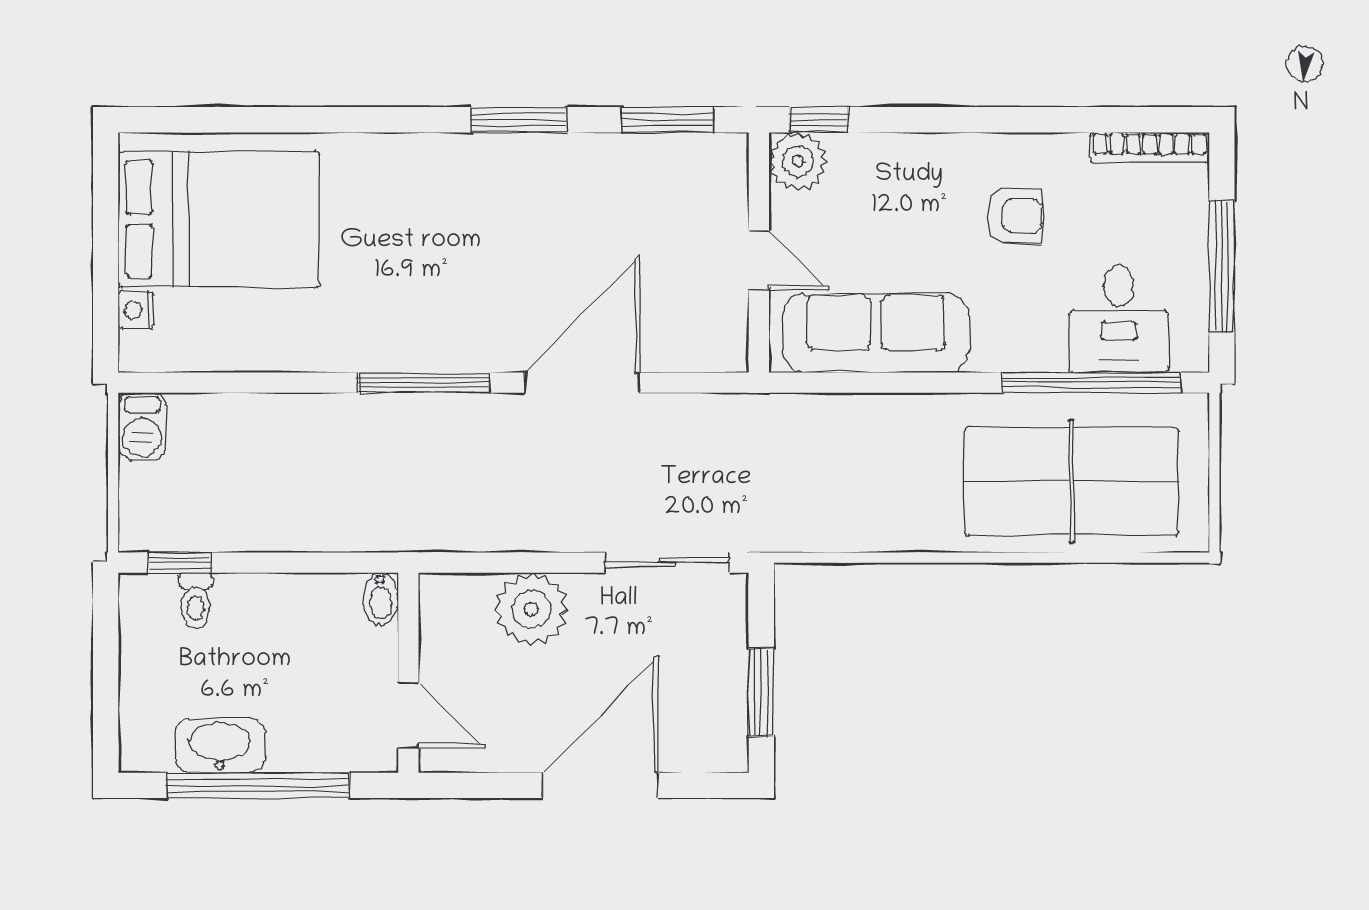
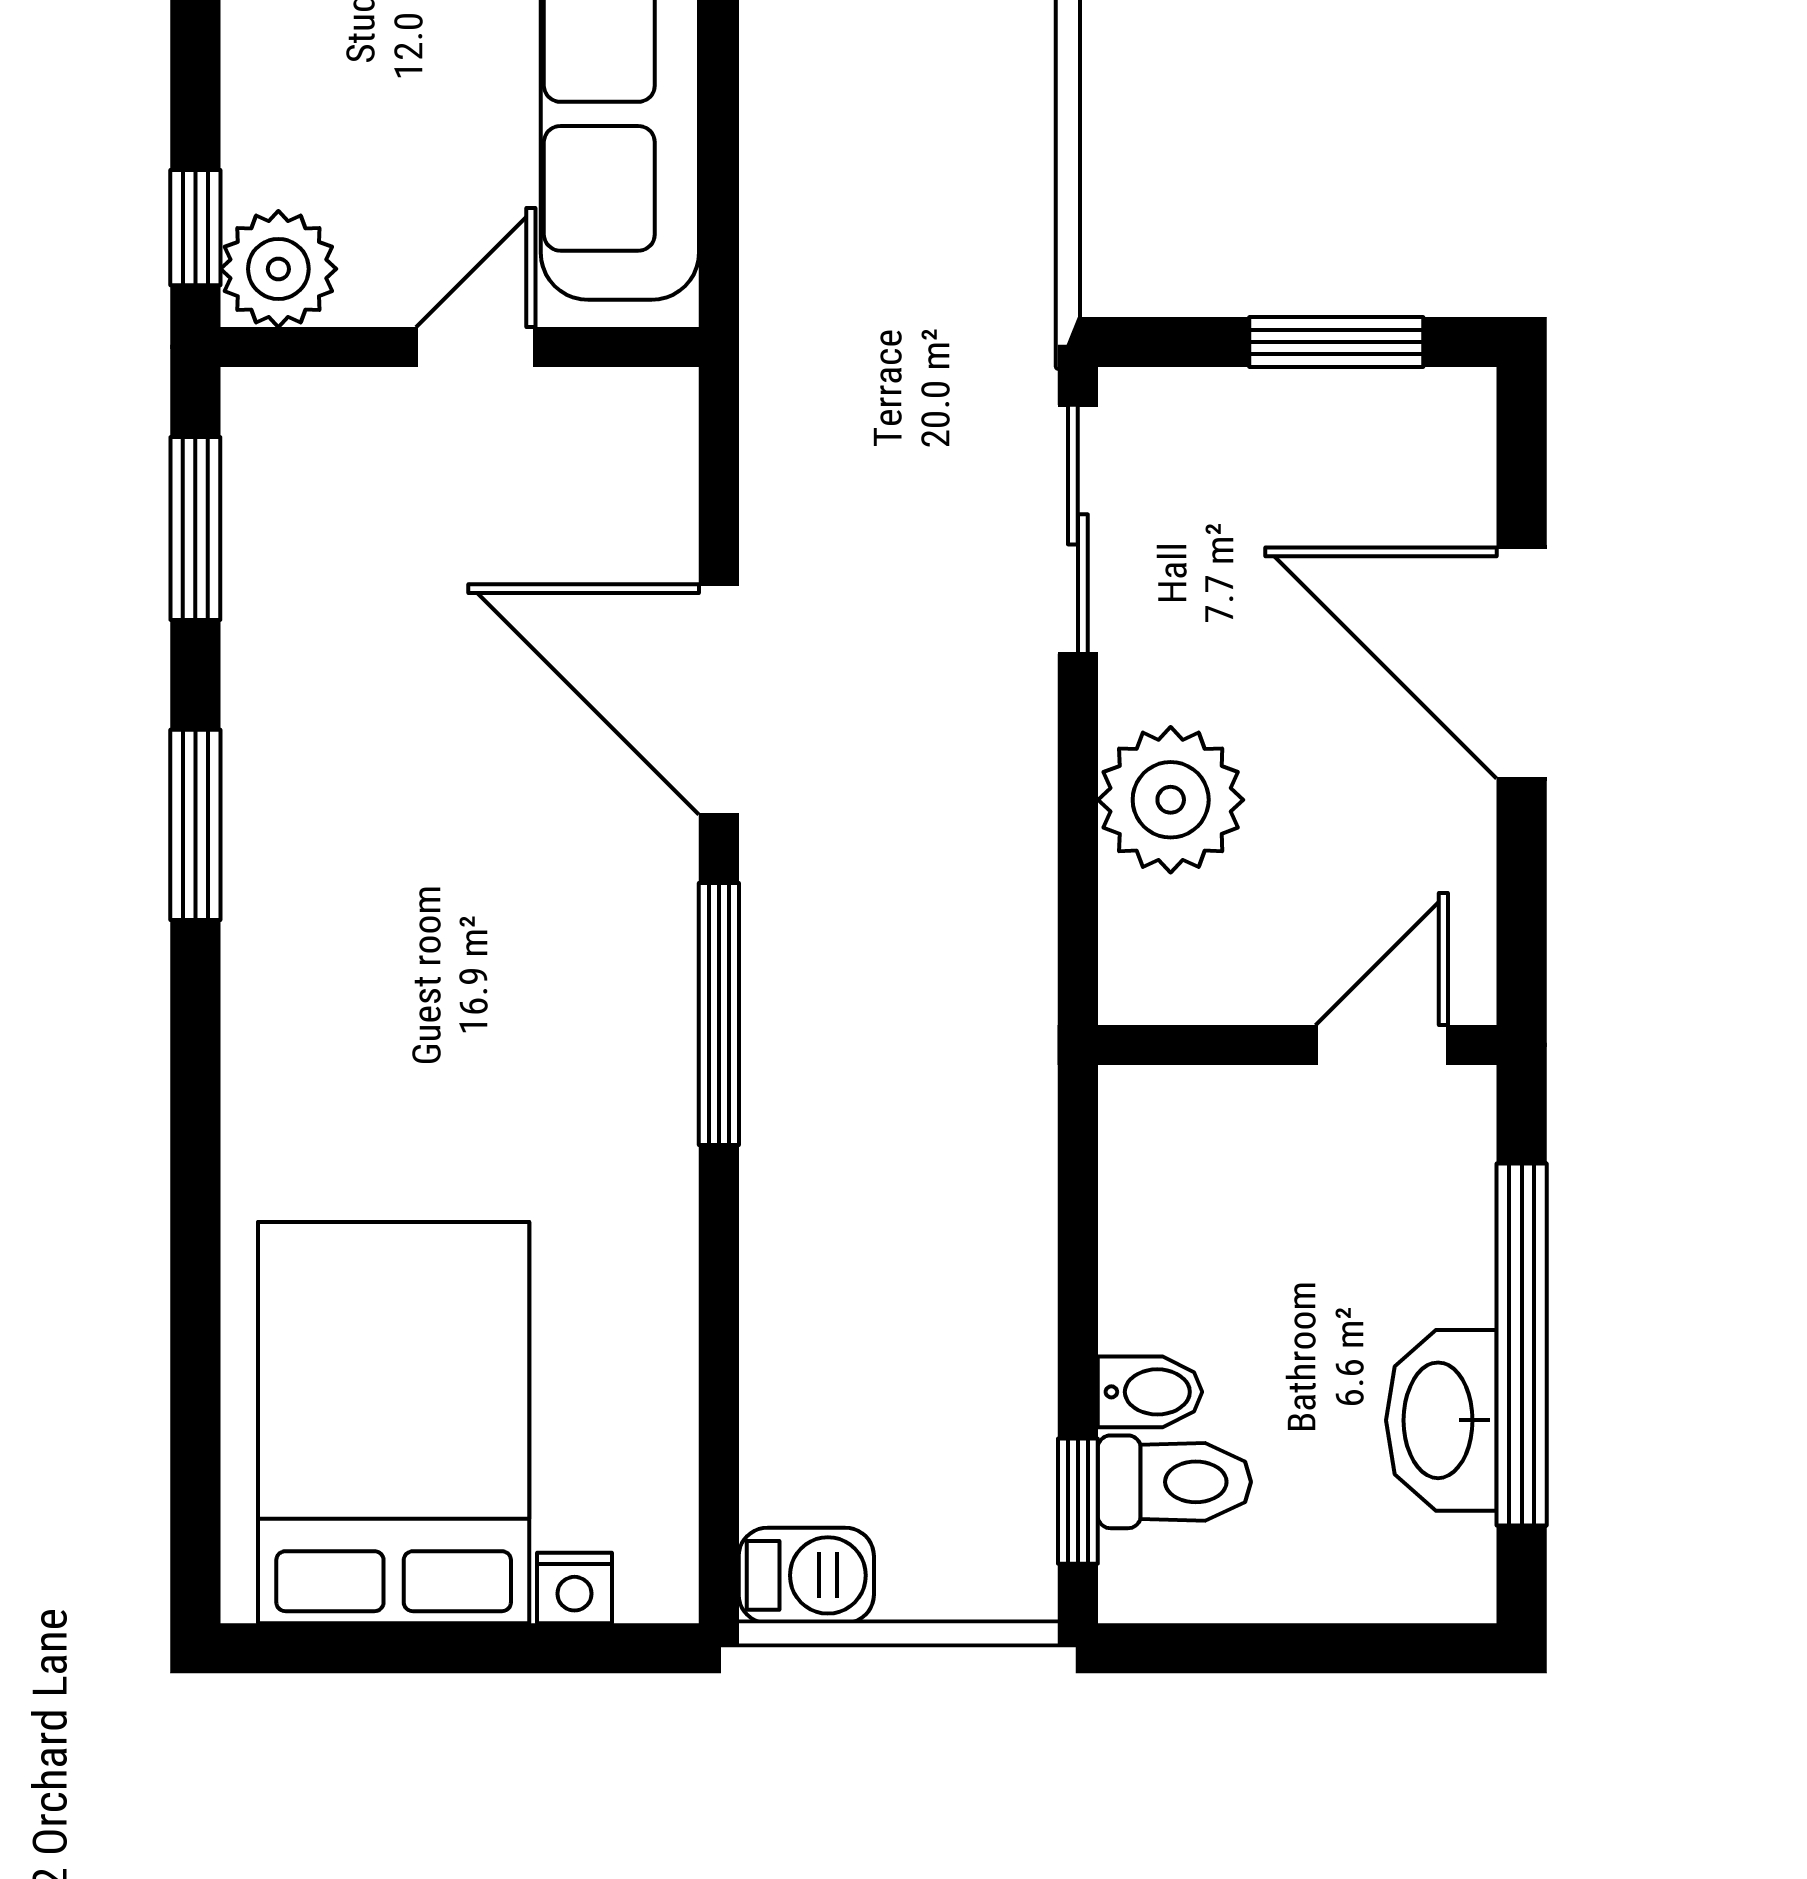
bidet: (381, 599) -> (1150, 1392), moved
toilet: (195, 600) -> (1174, 1482), width x1.37, depth x1.39

